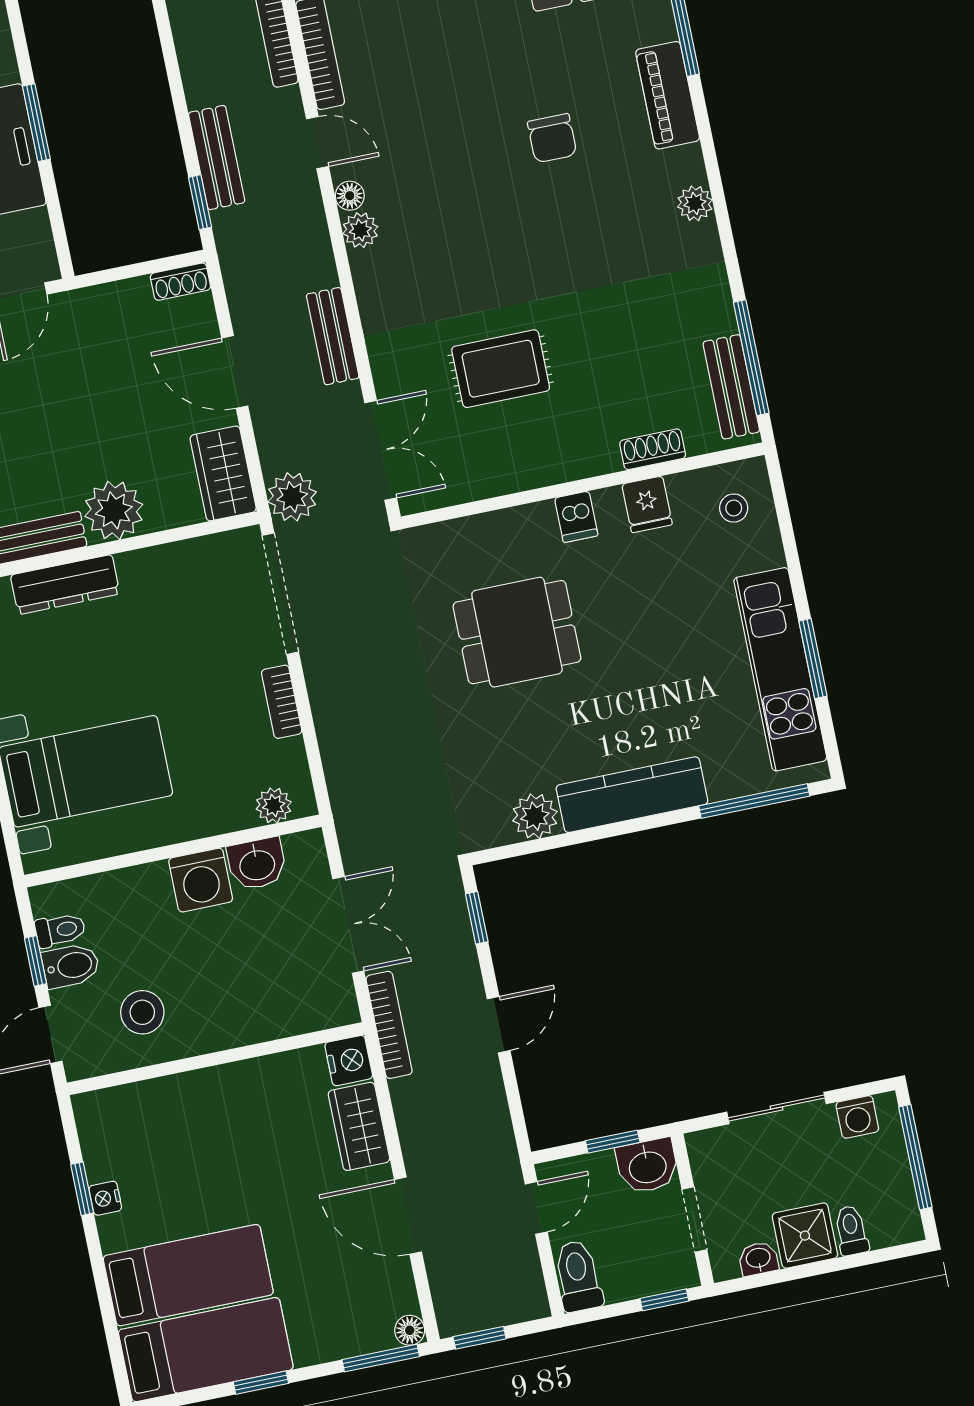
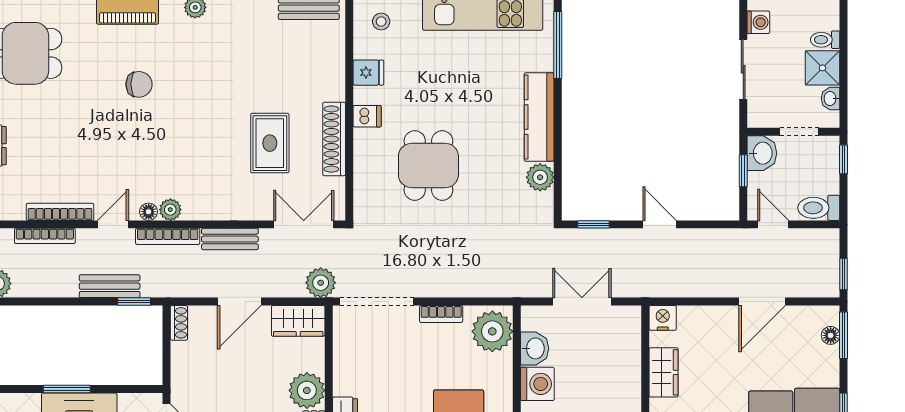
shoe rack: (653, 449) -> (334, 139), moved, width x1.94, depth x1.24
plant: (274, 805) -> (492, 331), width x1.88, depth x1.88
bookcase: (389, 1025) -> (168, 236), moved, turned 180
wardrobe: (359, 1126) -> (664, 372), moved, turned -90
floor lamp: (410, 1330) -> (831, 335), moved

